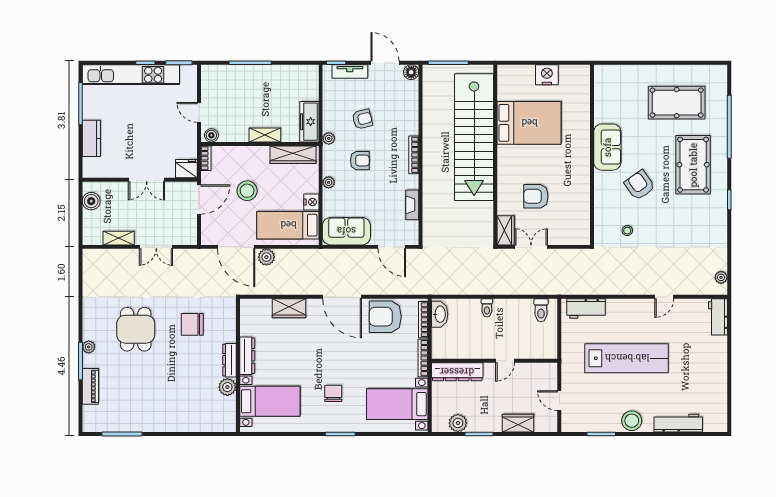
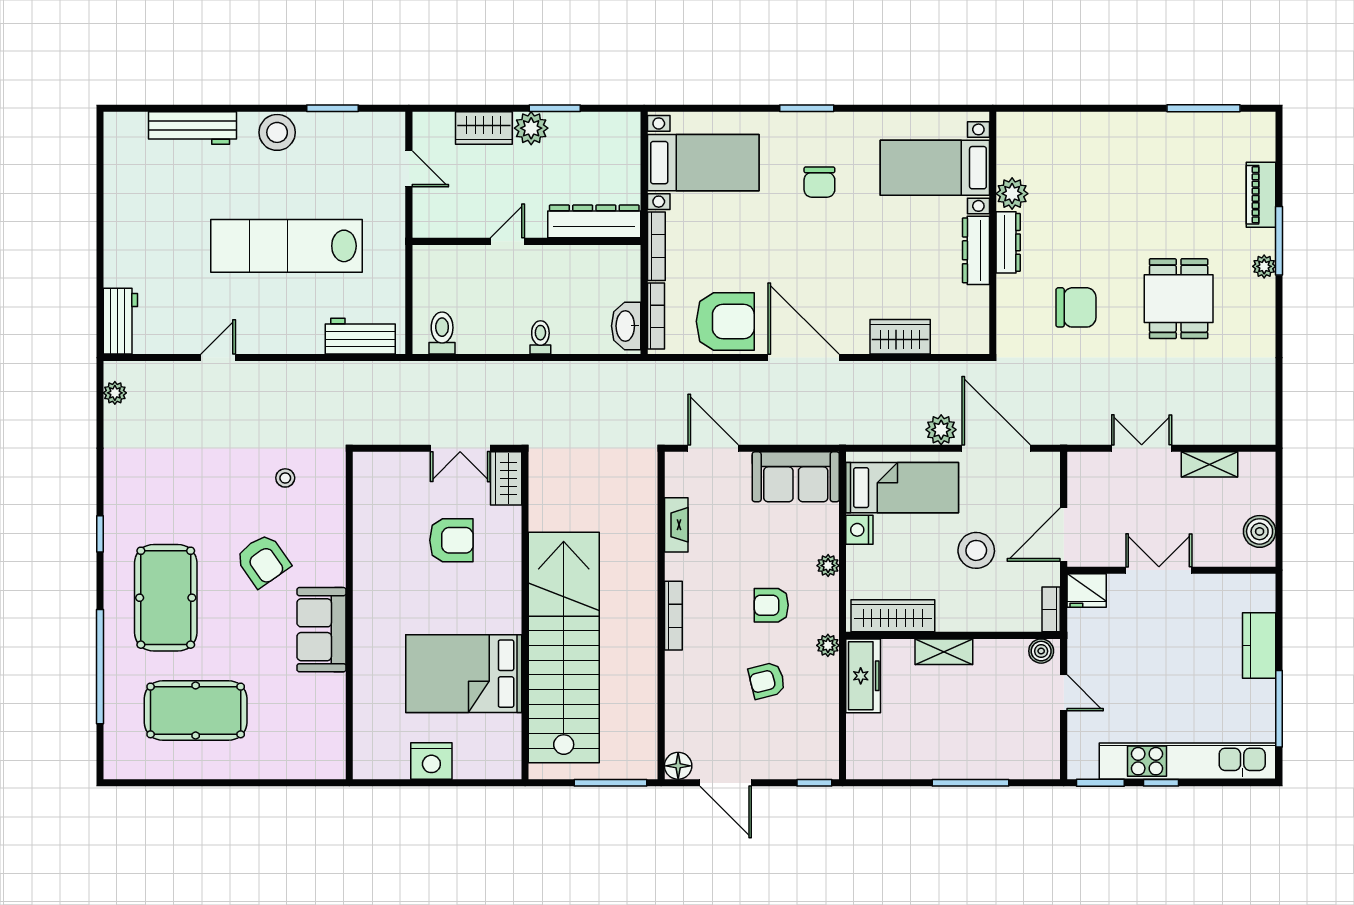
tv unit: (350, 72) -> (789, 767), removed
plant: (458, 423) -> (531, 128), moved

